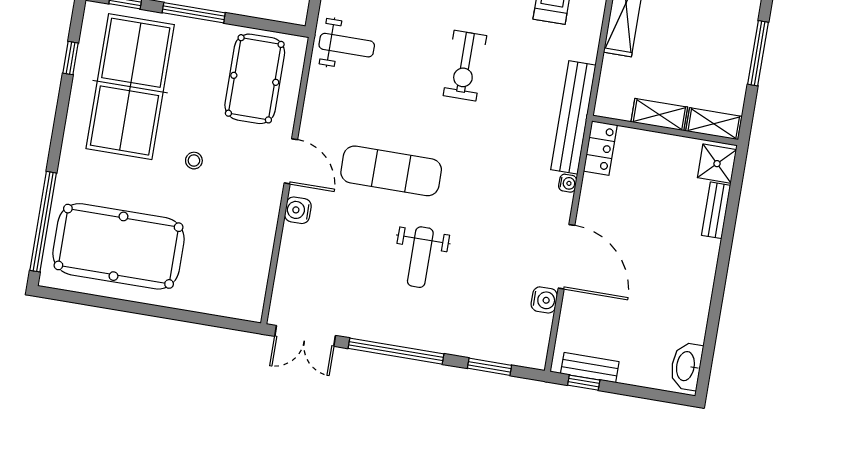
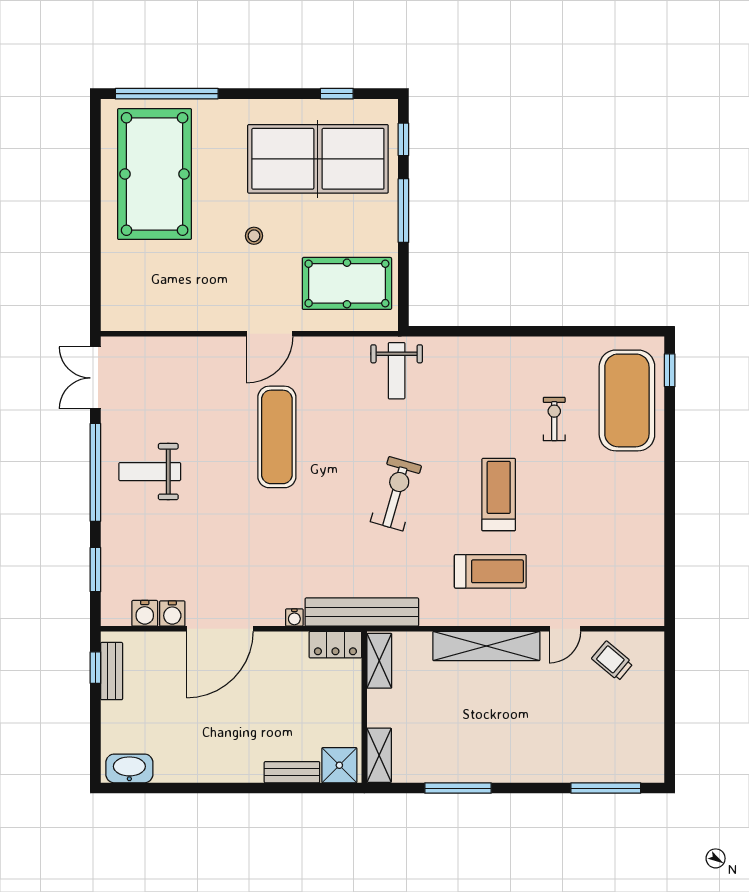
exercise bike: (465, 66) -> (396, 494), turned 106
shelving: (659, 115) -> (379, 661), moved
water cooler: (298, 210) -> (145, 613), moved, turned 180
weight bench: (420, 257) -> (150, 472), moved

